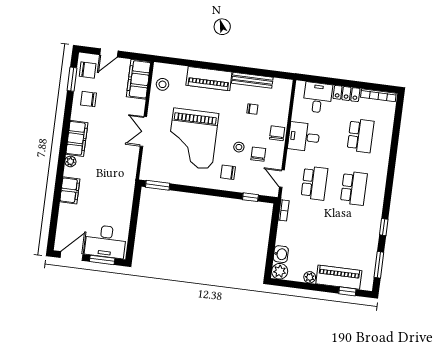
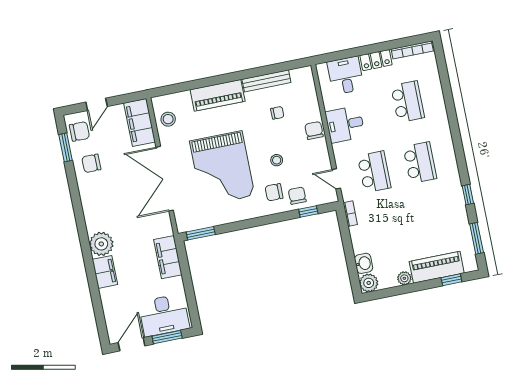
double door: (143, 131) -> (165, 179), width x1.87
filing cabinet: (77, 138) -> (168, 257), moved, turned 180
chair: (258, 154) -> (297, 196), moved
plant: (70, 161) -> (101, 244), width x1.88, depth x1.88

